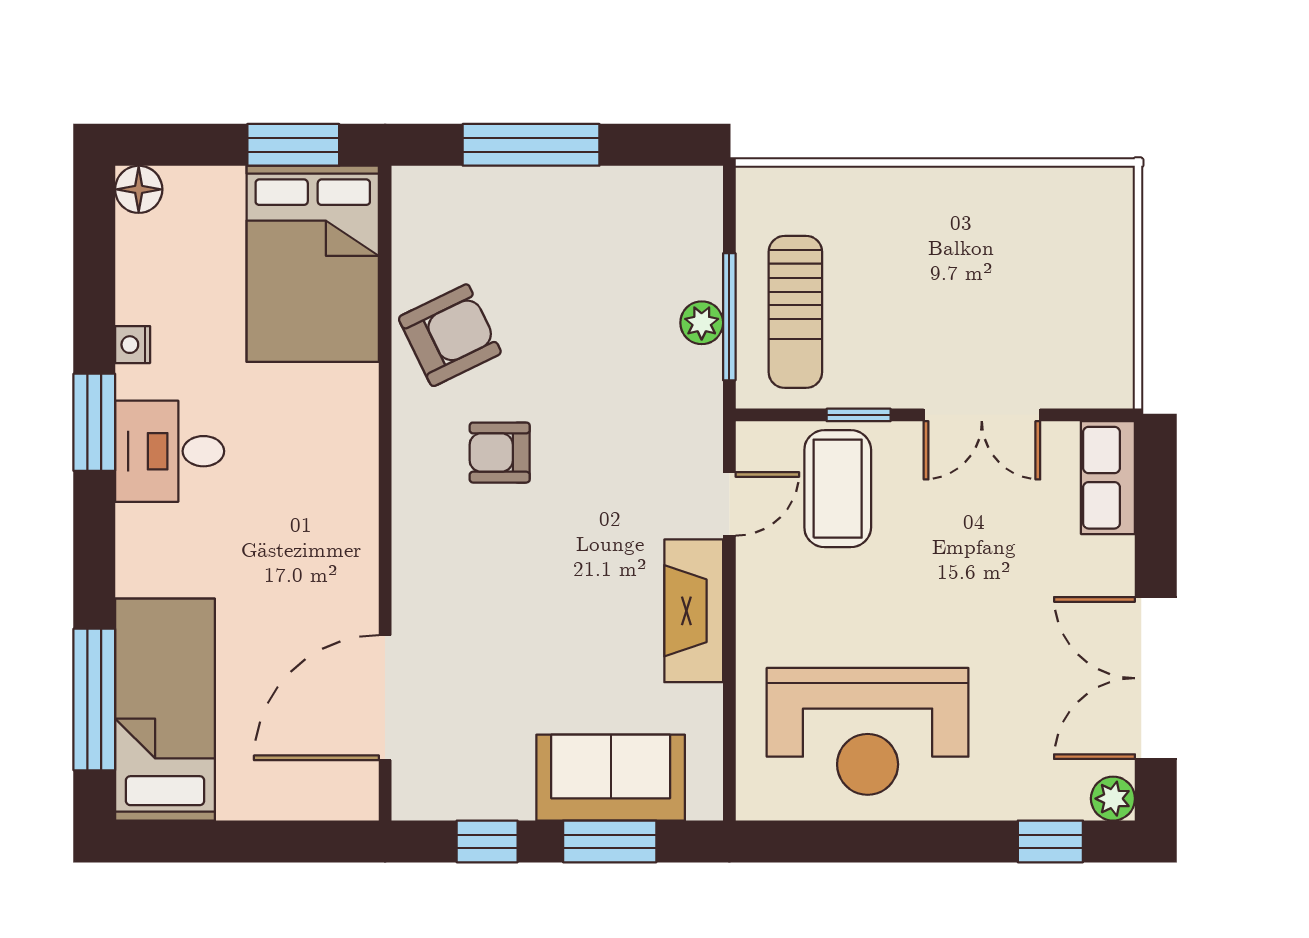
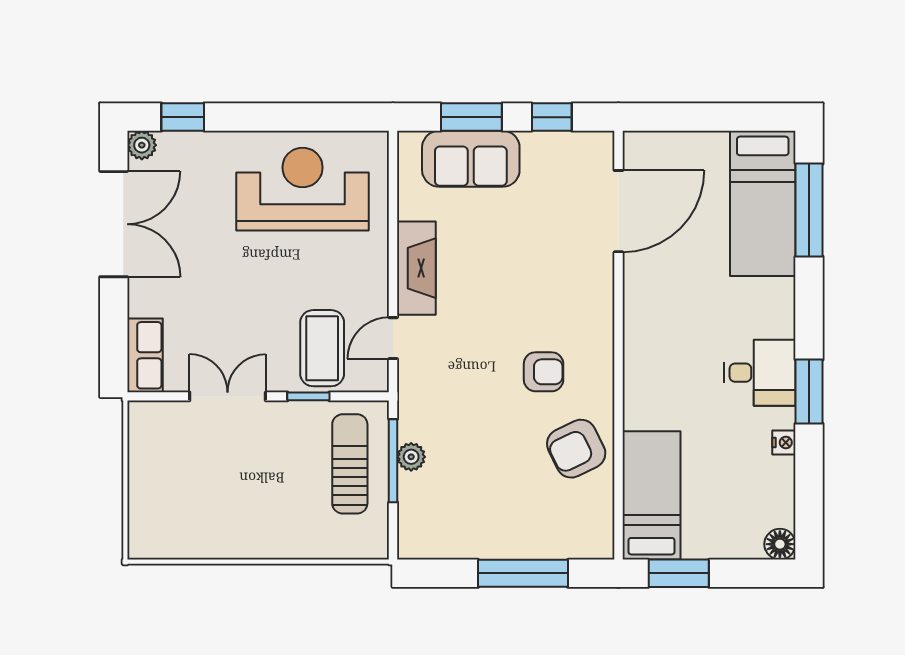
bed: (313, 264) -> (651, 495), width x0.67

